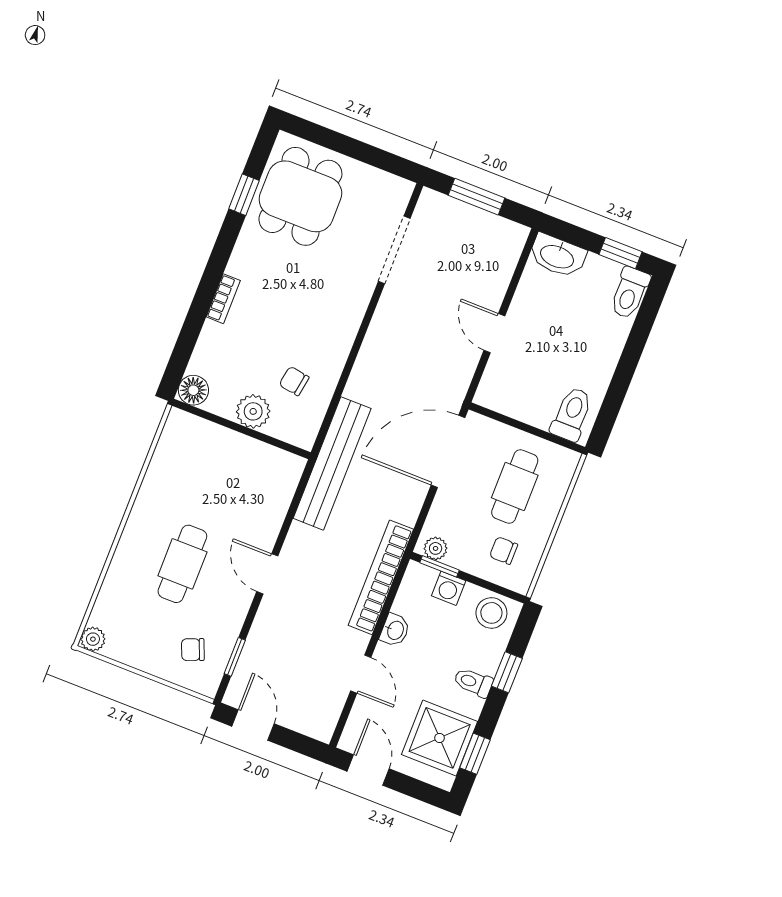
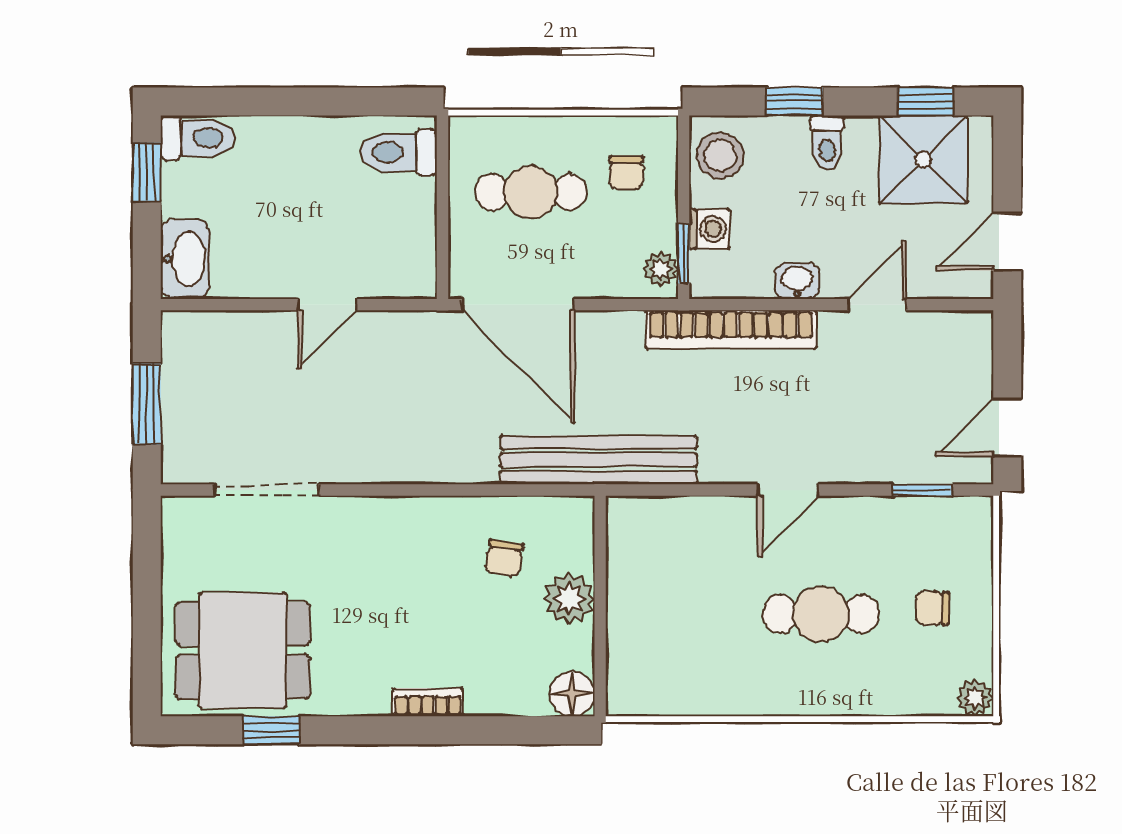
chair: (193, 650) -> (932, 608), moved, turned 112

